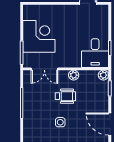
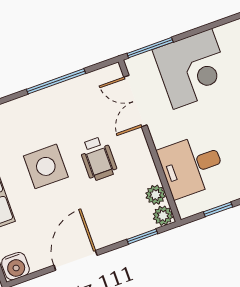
desk: (95, 53) -> (192, 166), moved
plant: (74, 75) -> (156, 195), moved
side table: (60, 122) -> (46, 166), width x1.87, depth x1.87

